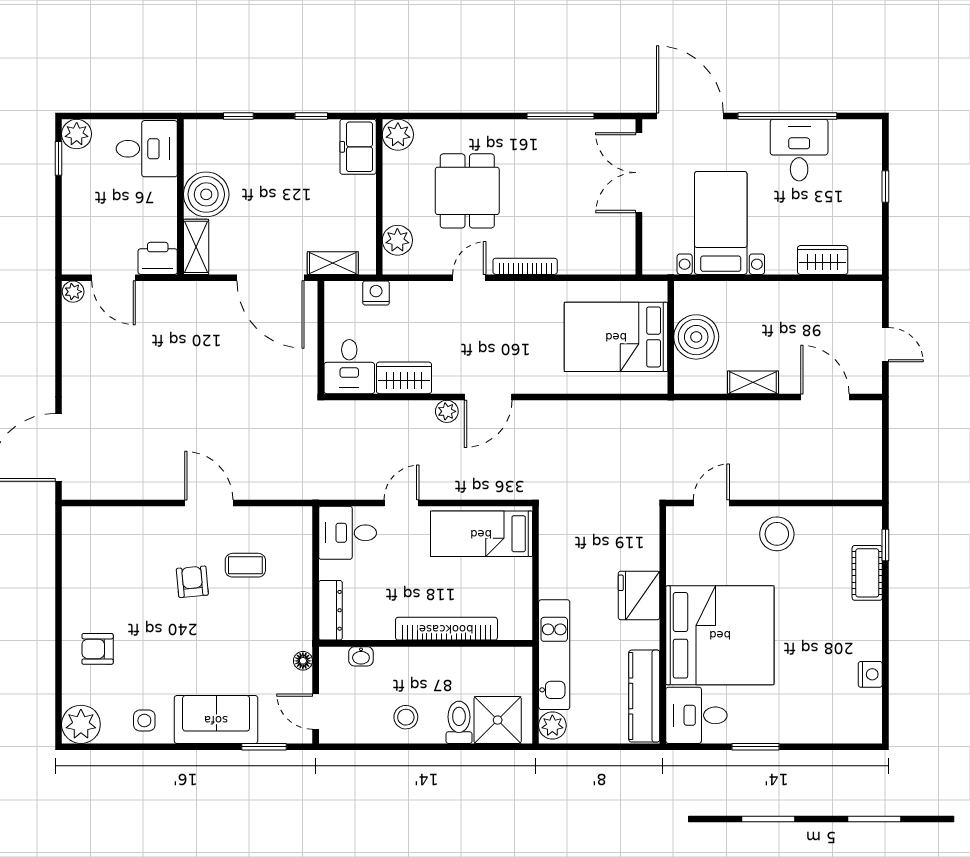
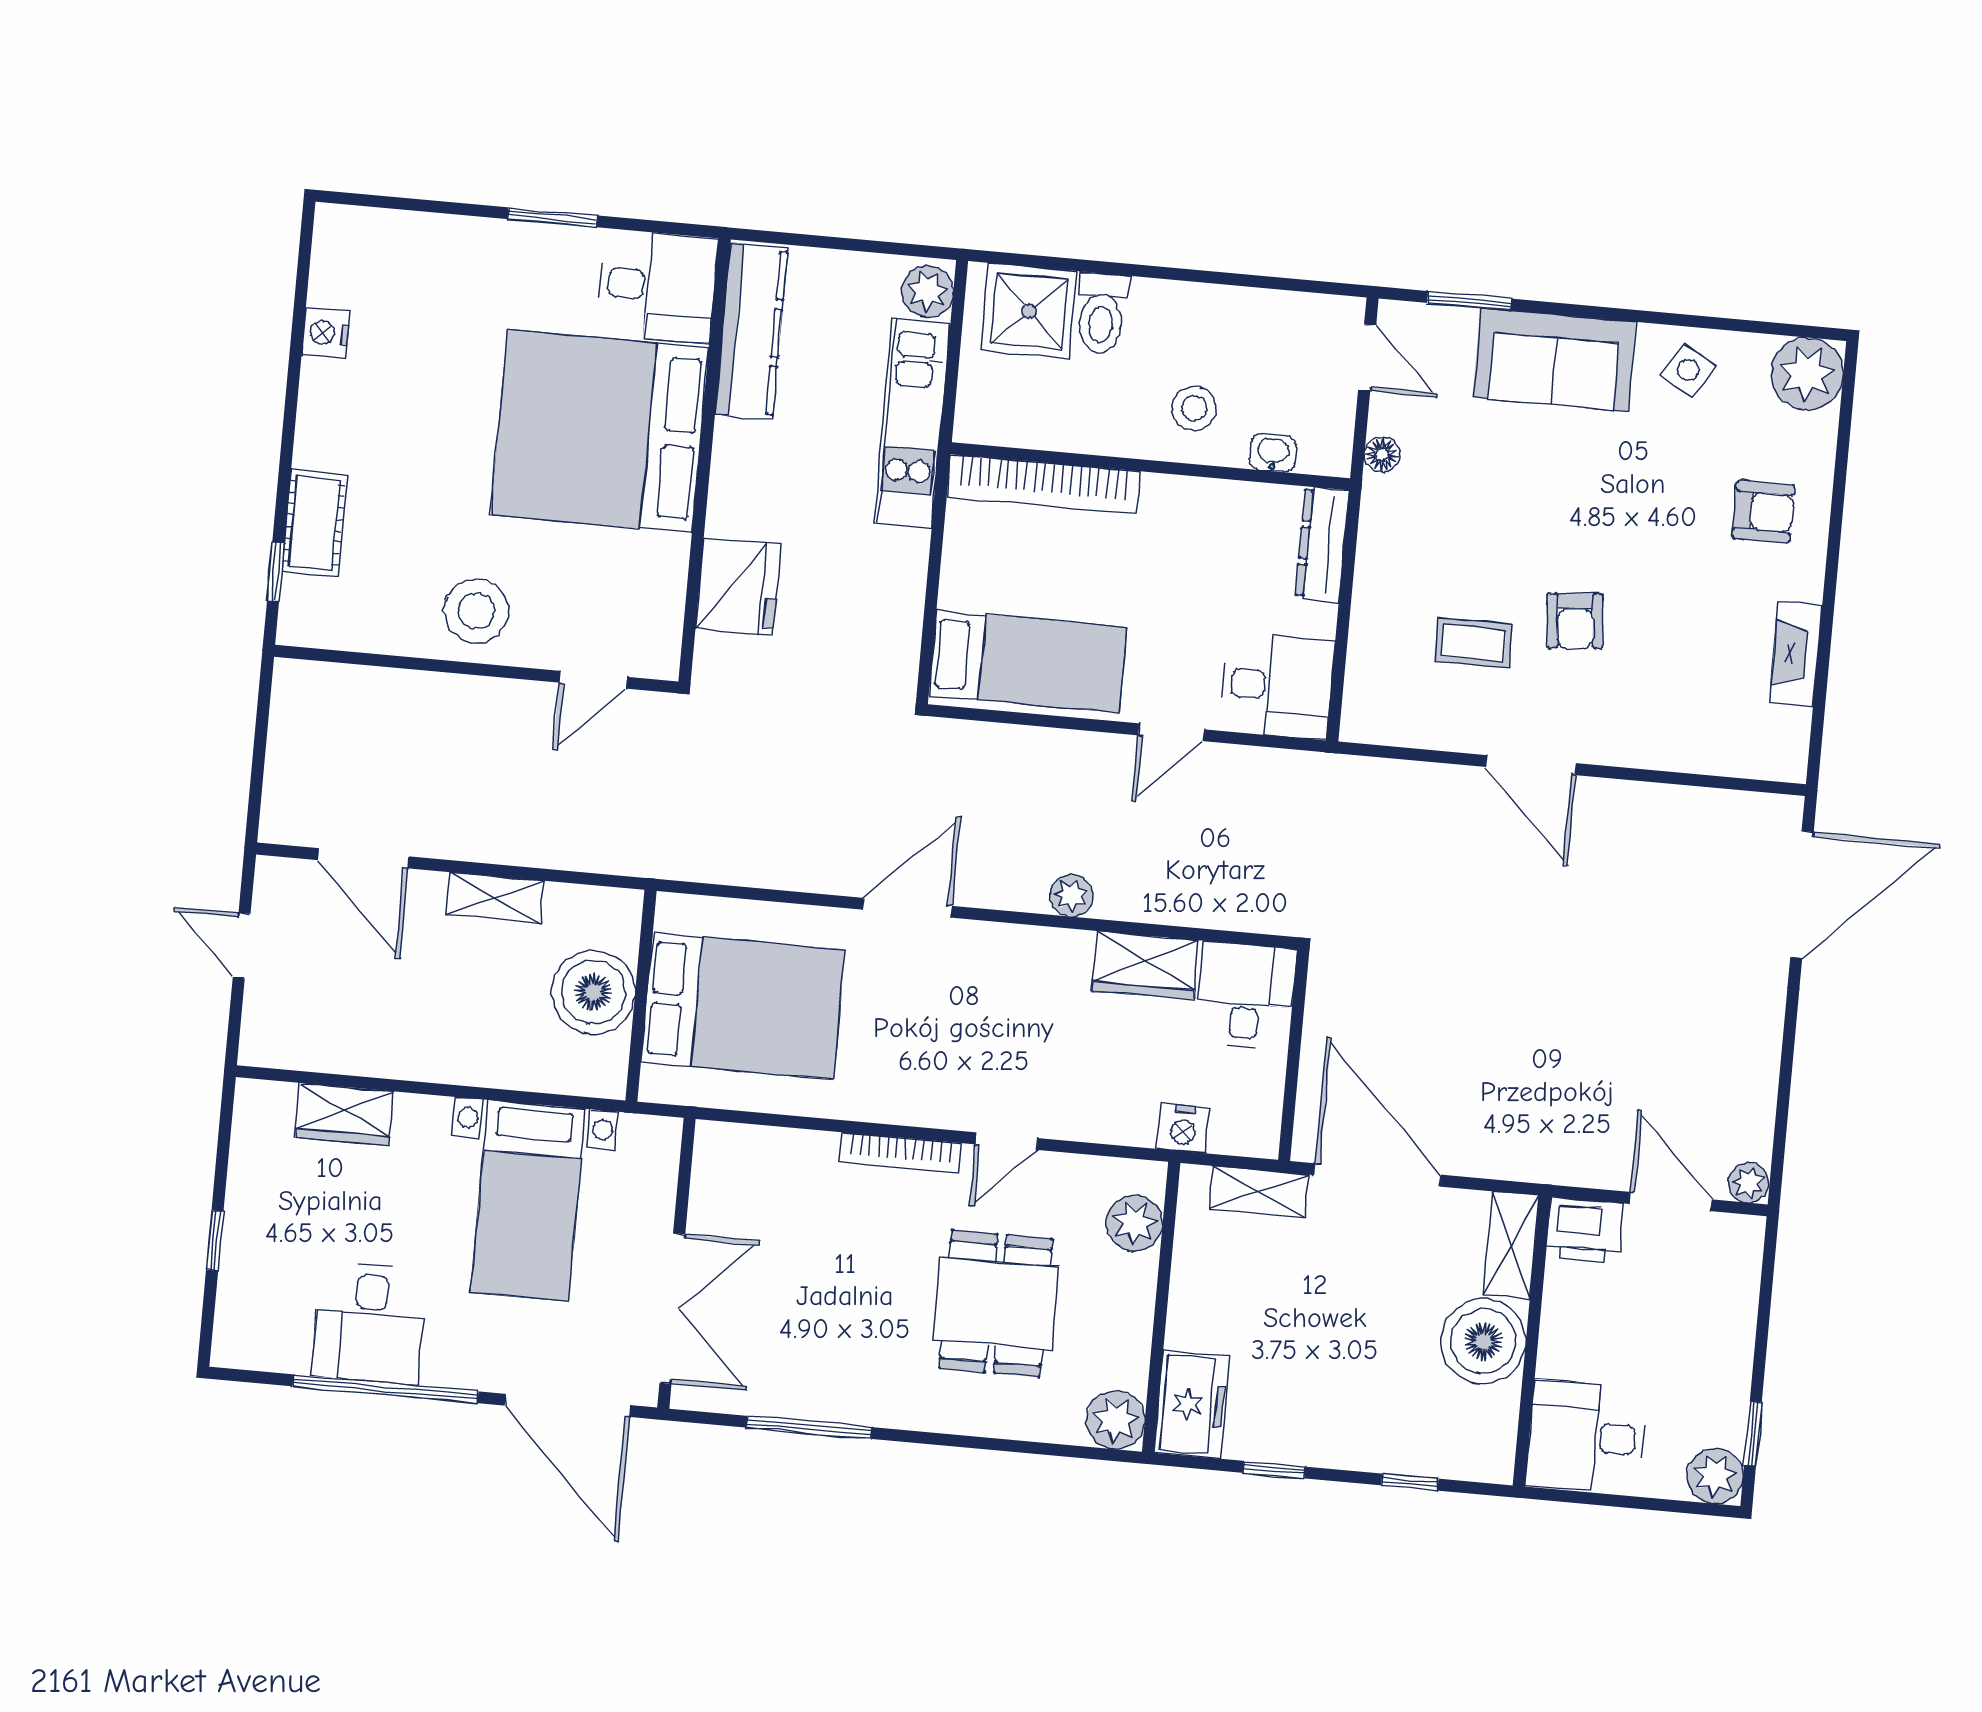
door: (488, 397) -> (907, 908), moved
fireplace: (73, 575) -> (1796, 654), added
fridge: (639, 595) -> (738, 587), moved
bookcase: (446, 629) -> (1043, 484), moved
stool: (406, 717) -> (1194, 408), moved
side table: (144, 721) -> (1688, 370), turned 31

